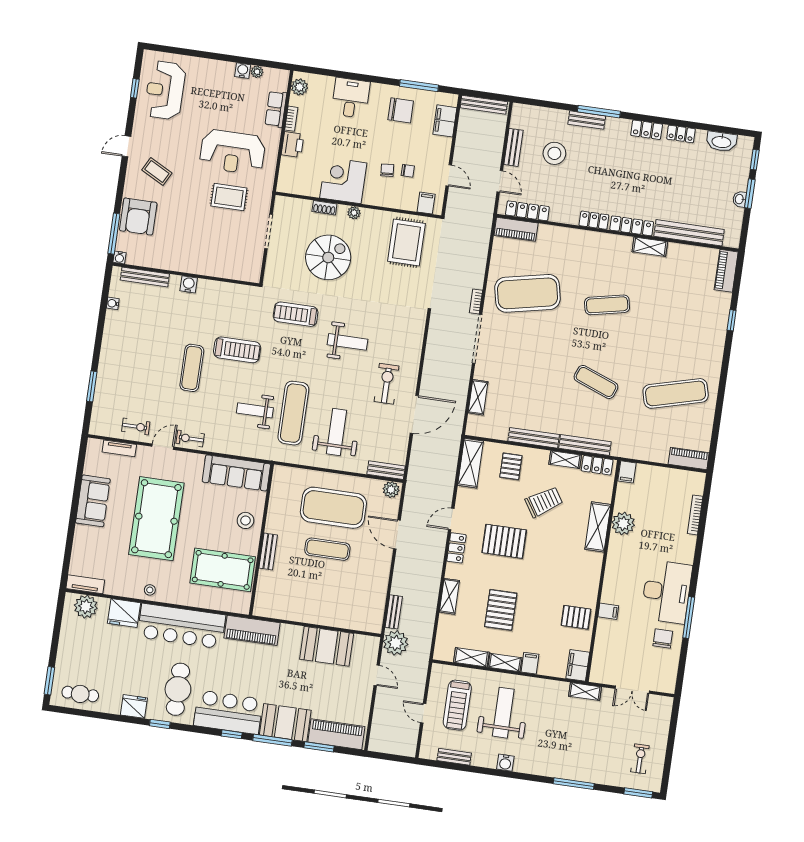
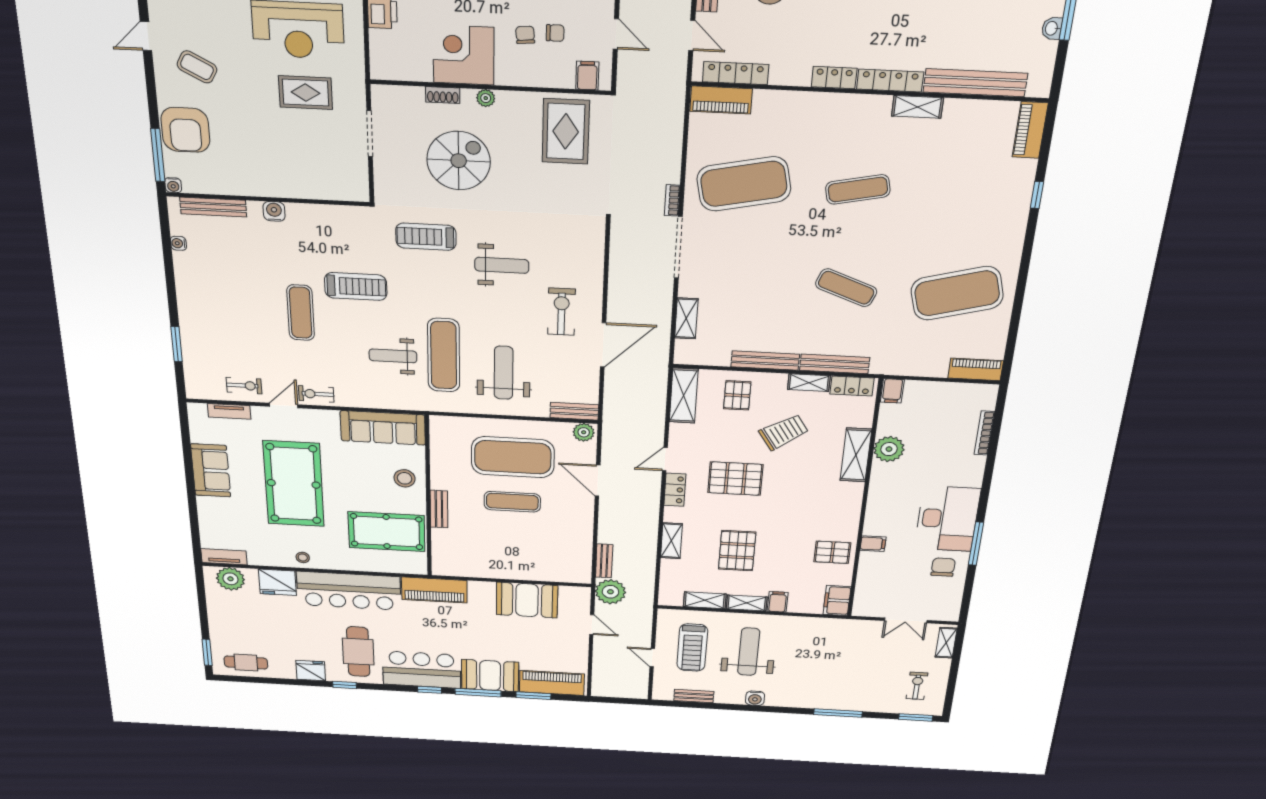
exercise mat: (676, 393) -> (957, 293), width x1.47
shelving: (585, 692) -> (946, 643), moved, turned 90

